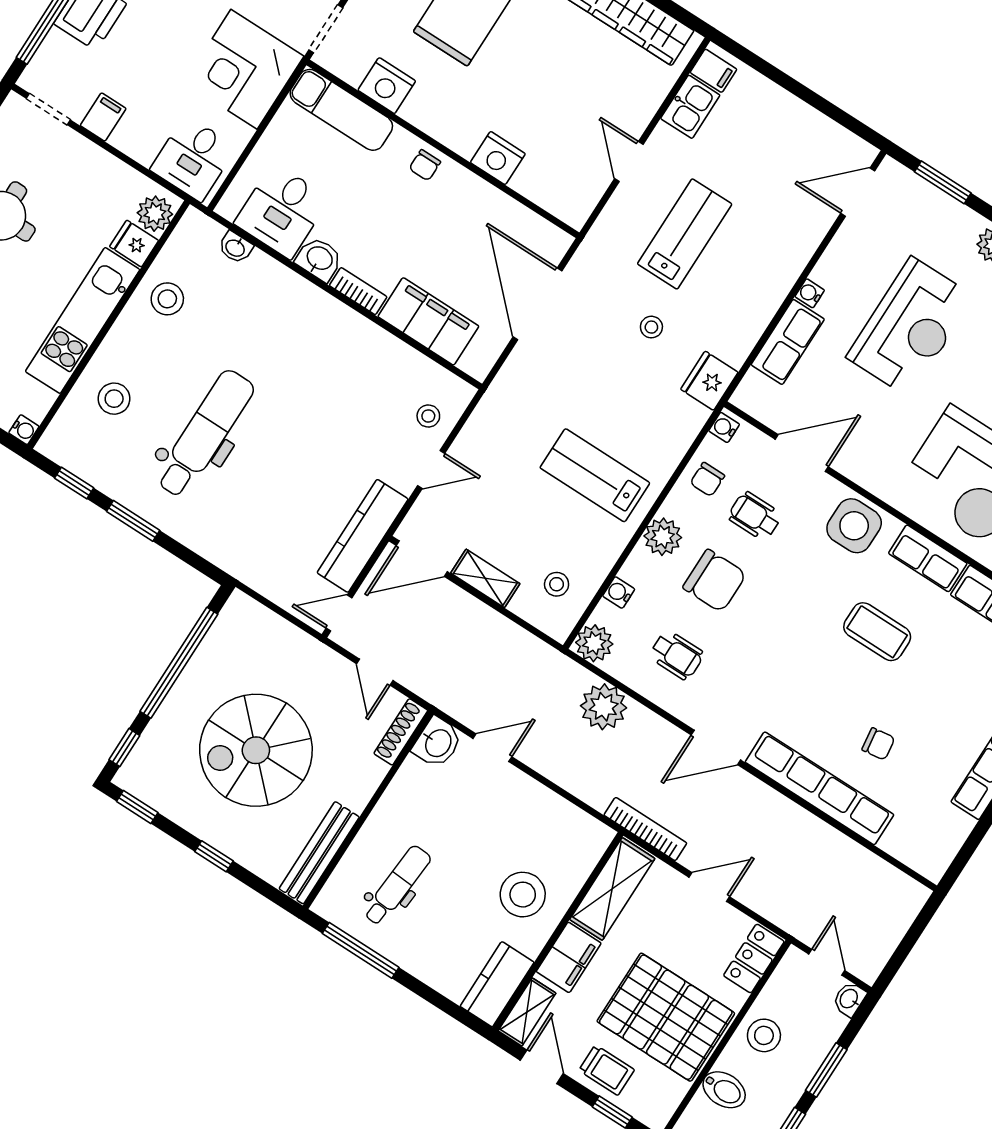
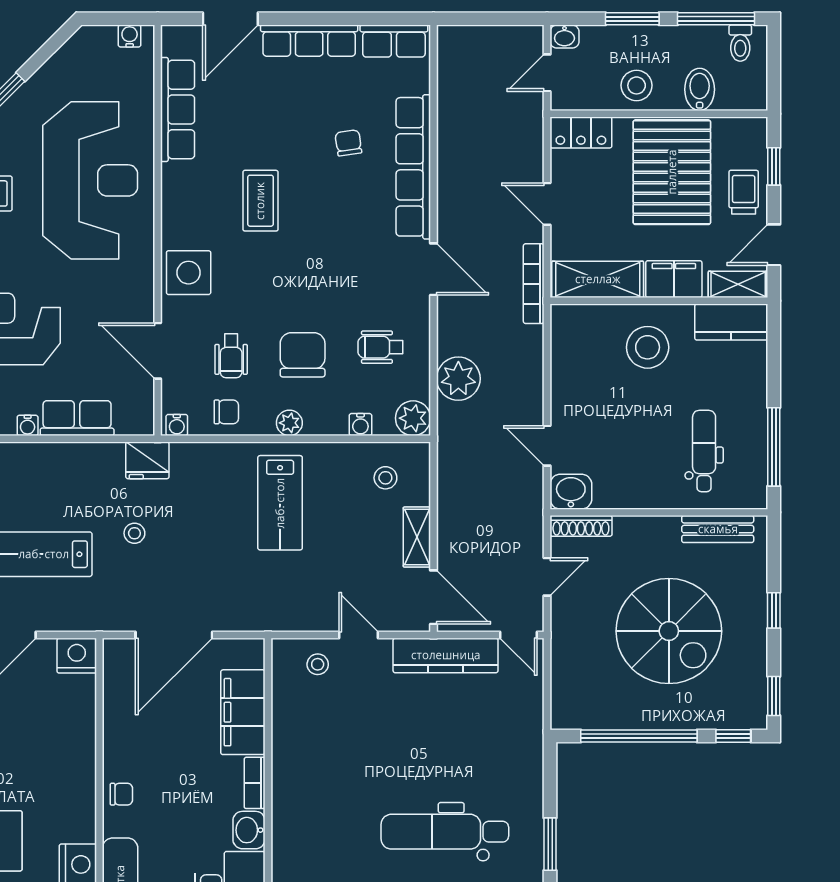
nightstand: (498, 158) -> (77, 656), moved, turned -90
plant: (663, 537) -> (289, 423), width x0.73, depth x0.73
row of seats: (928, 558) -> (394, 41), moved, turned 90
wheelchair: (677, 655) -> (381, 347), turned -90
bench: (319, 853) -> (718, 529), width x0.73
dental chair: (397, 886) -> (704, 451), turned 86

